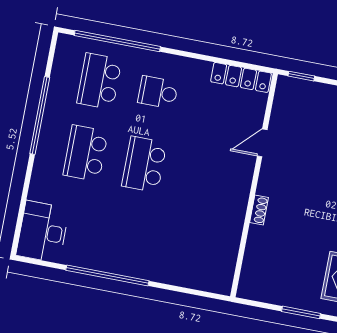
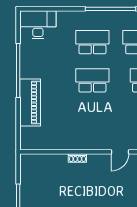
door: (262, 143) -> (120, 152), swing flipped
piano: (160, 266) -> (30, 103), added

